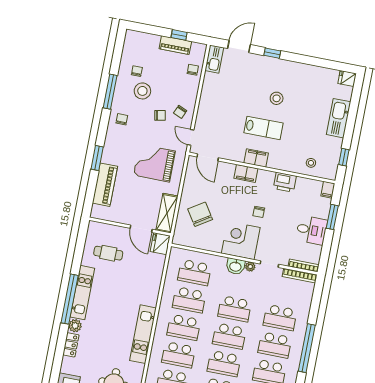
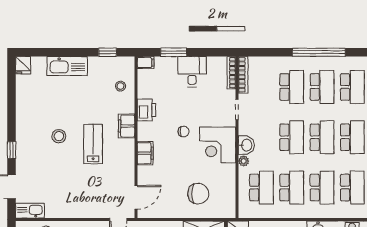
filing cabinet: (256, 158) -> (127, 126), moved
chair: (200, 214) -> (198, 194), turned -147
plant: (250, 267) -> (244, 161), moved

